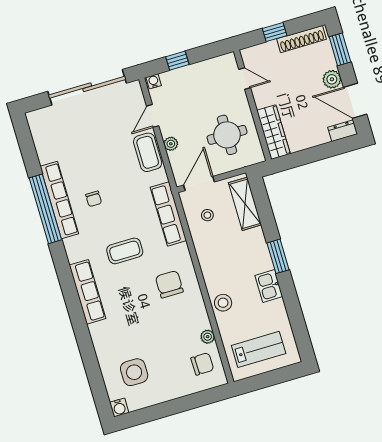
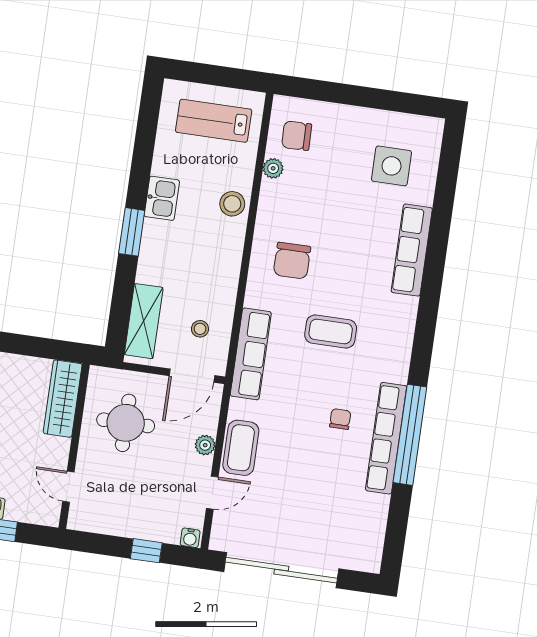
row of seats: (87, 292) -> (412, 250), moved
water cooler: (119, 407) -> (432, 128), removed

